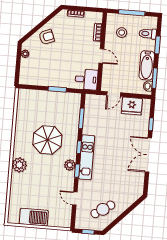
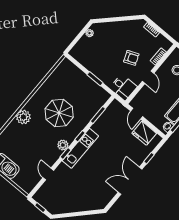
armchair: (47, 37) -> (131, 58), moved
door: (114, 94) -> (137, 114), hinge flipped
cafe table: (103, 209) -> (64, 198), removed

